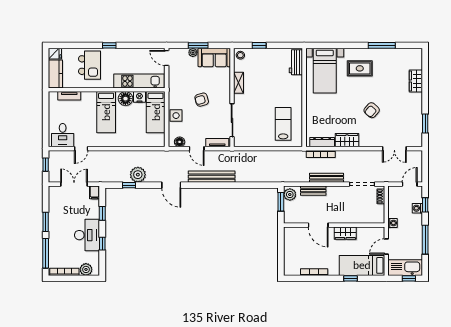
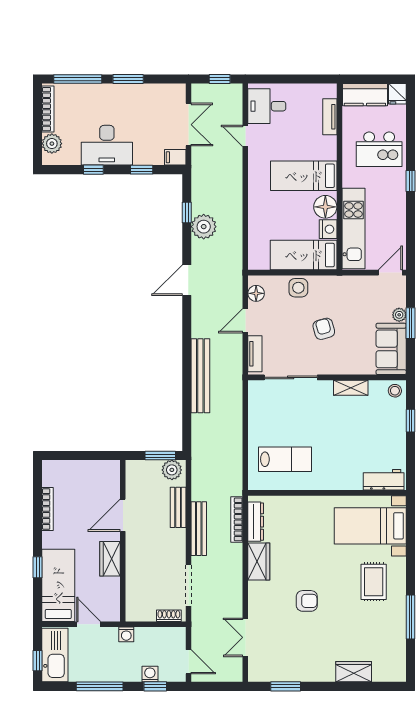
armchair: (372, 110) -> (307, 601), turned 138
bench: (212, 177) -> (200, 376), moved

